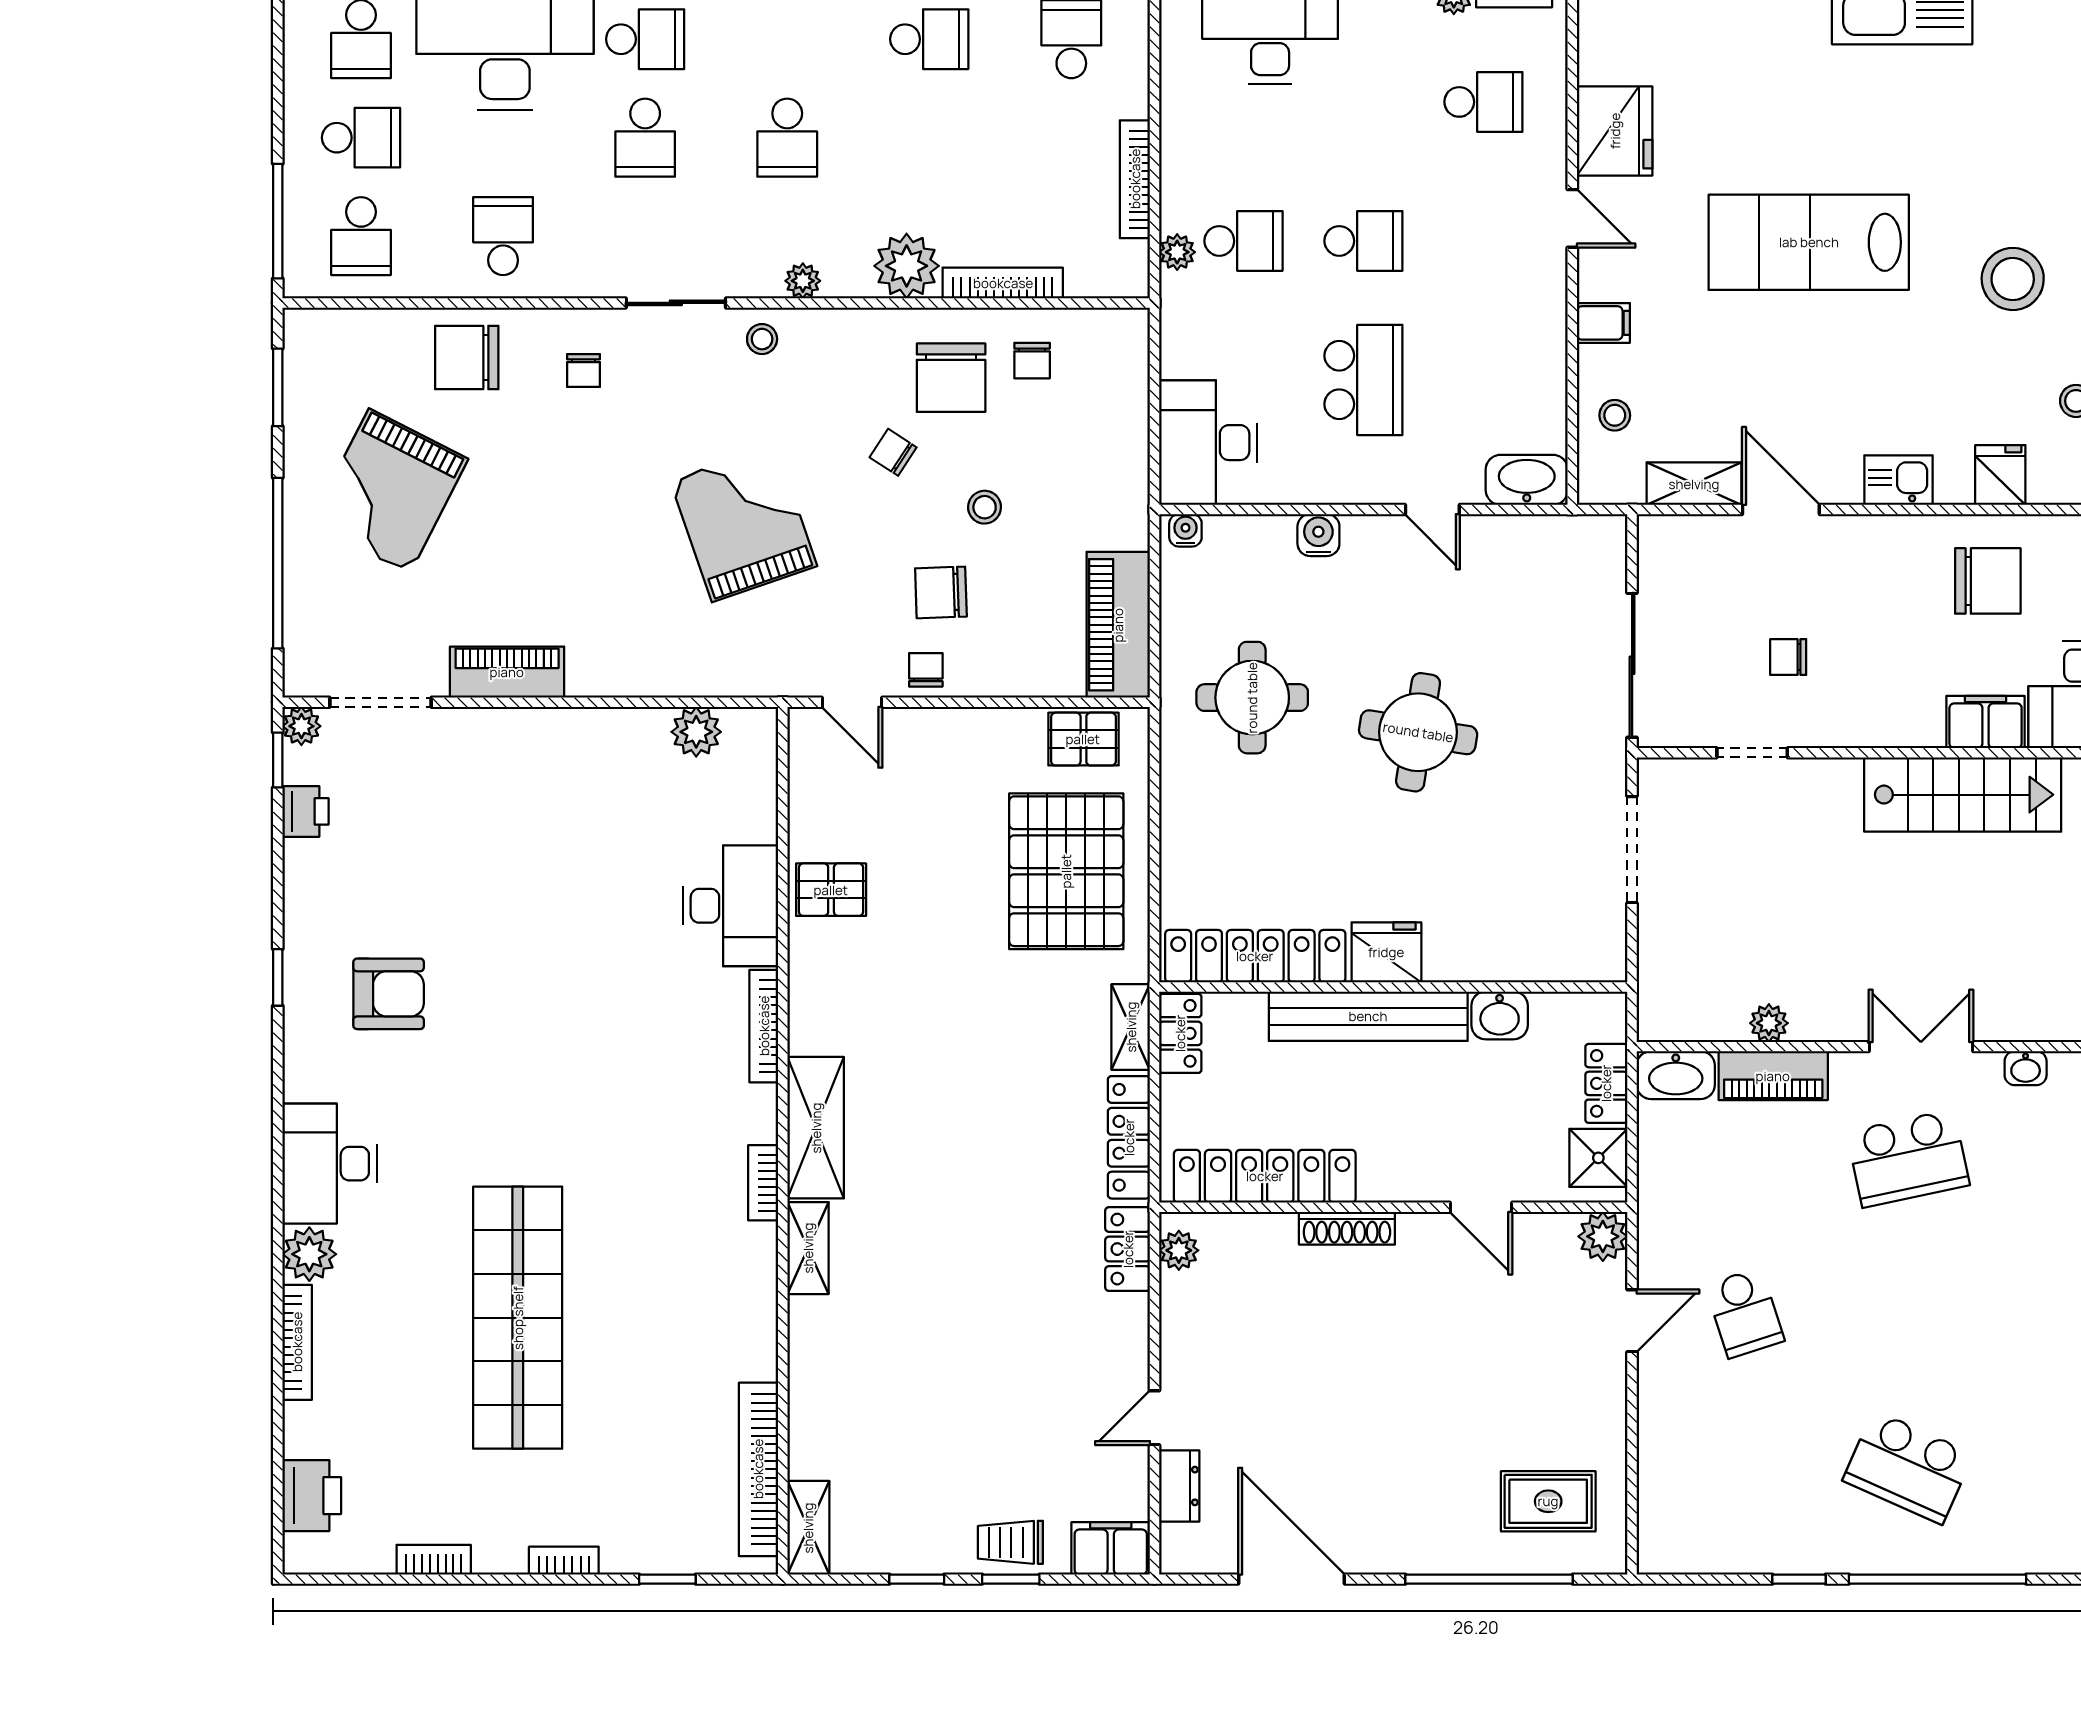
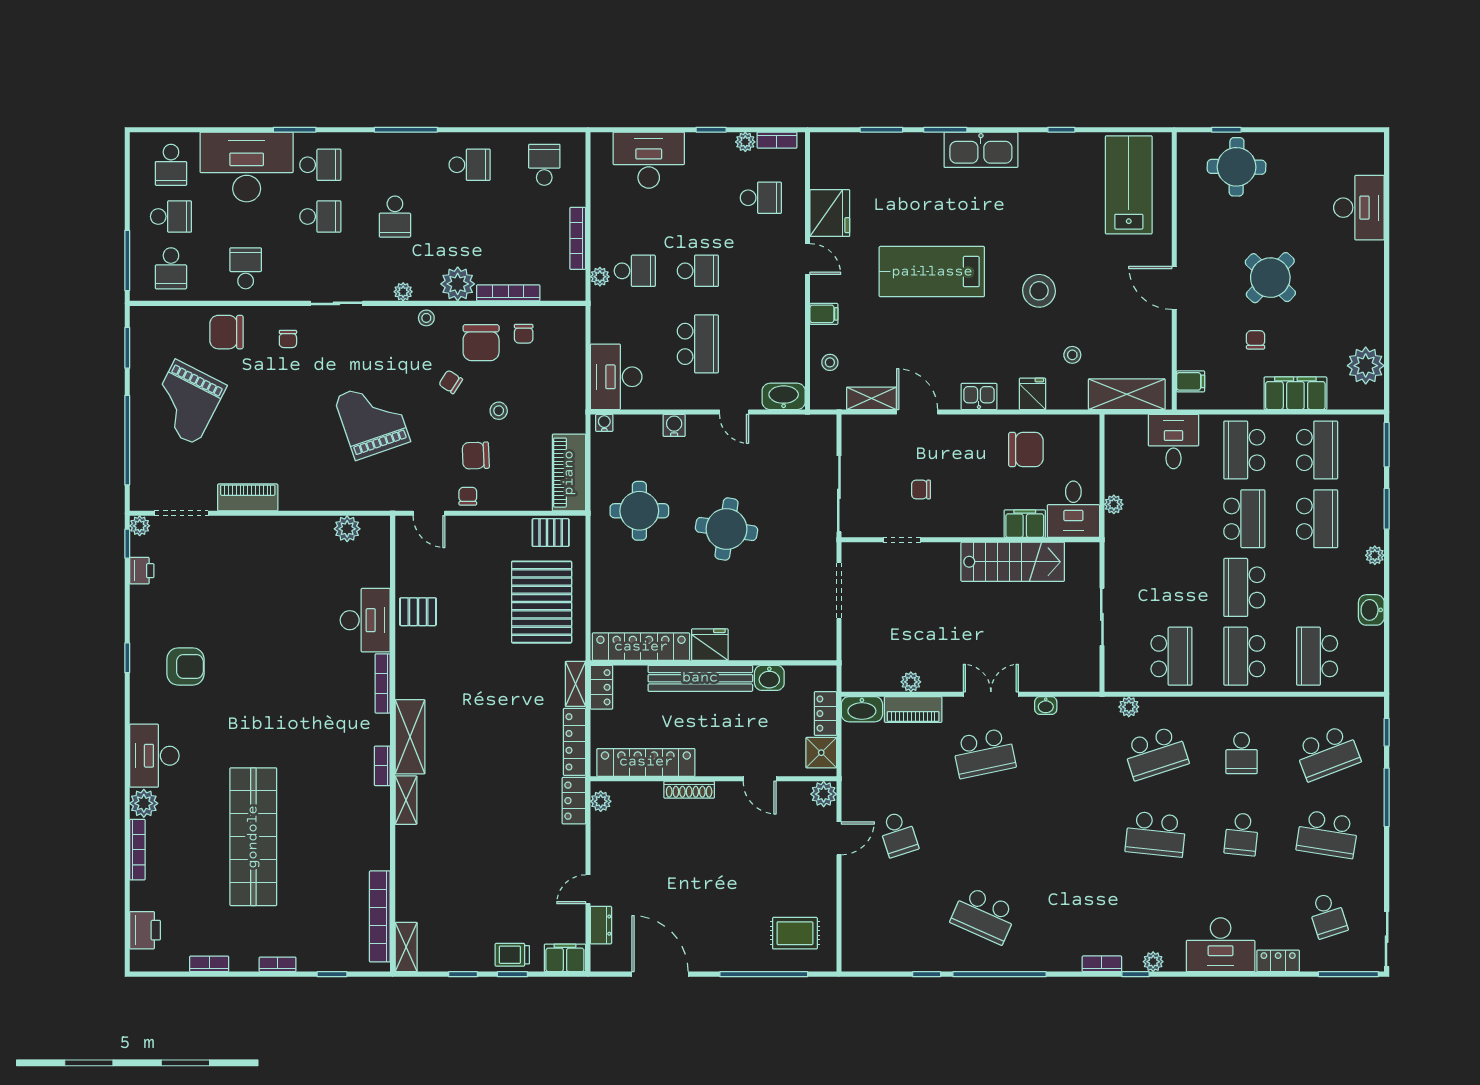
school desk: (645, 138) -> (320, 217), turned -90
stool: (762, 339) -> (426, 318), moved

